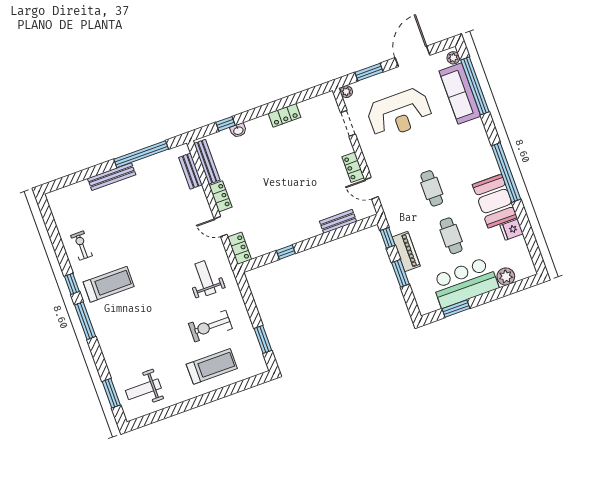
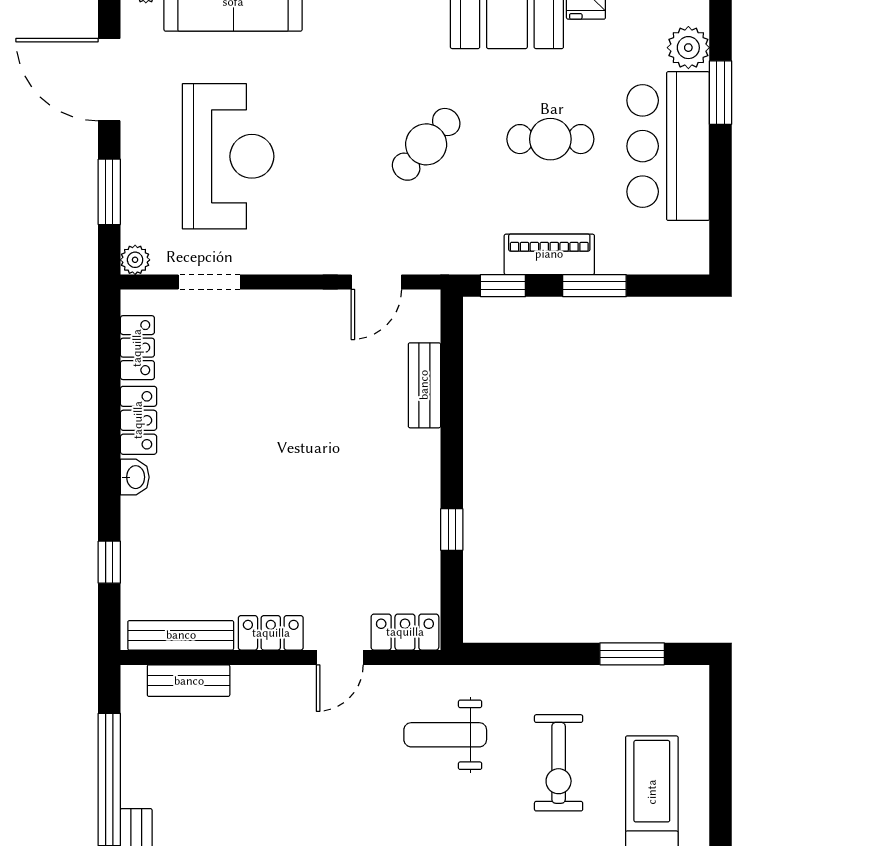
washbasin: (238, 130) -> (135, 477), moved
locker: (353, 167) -> (137, 348), moved, turned -90
cafe table: (432, 188) -> (426, 144), turned -48
window: (456, 309) -> (721, 93), moved

